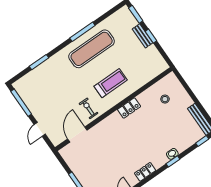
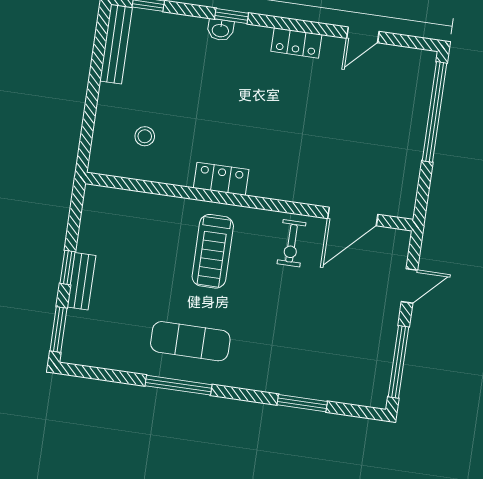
exercise mat: (92, 49) -> (190, 341), width x0.73, depth x0.69
treadmill: (111, 83) -> (213, 251), turned -90

